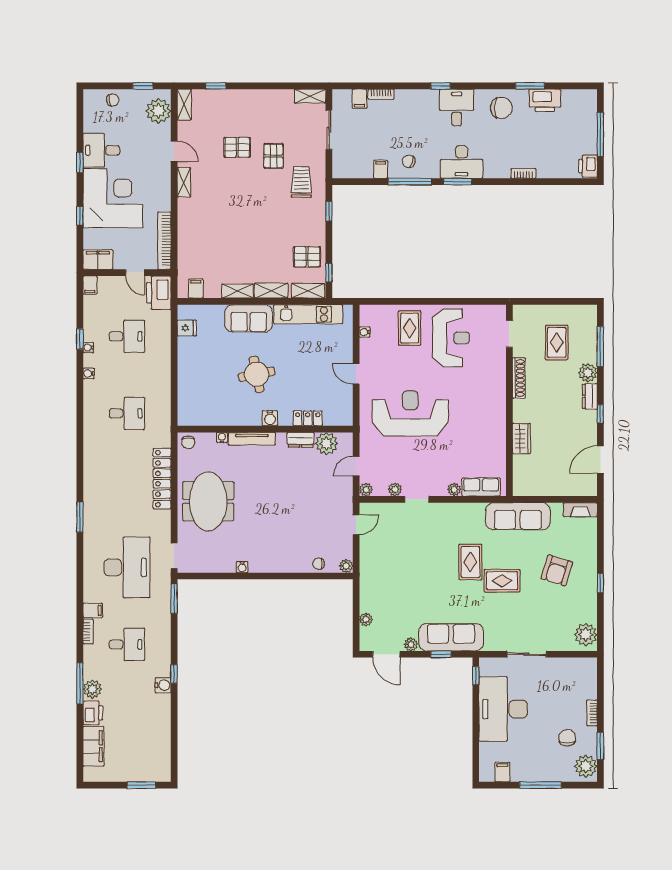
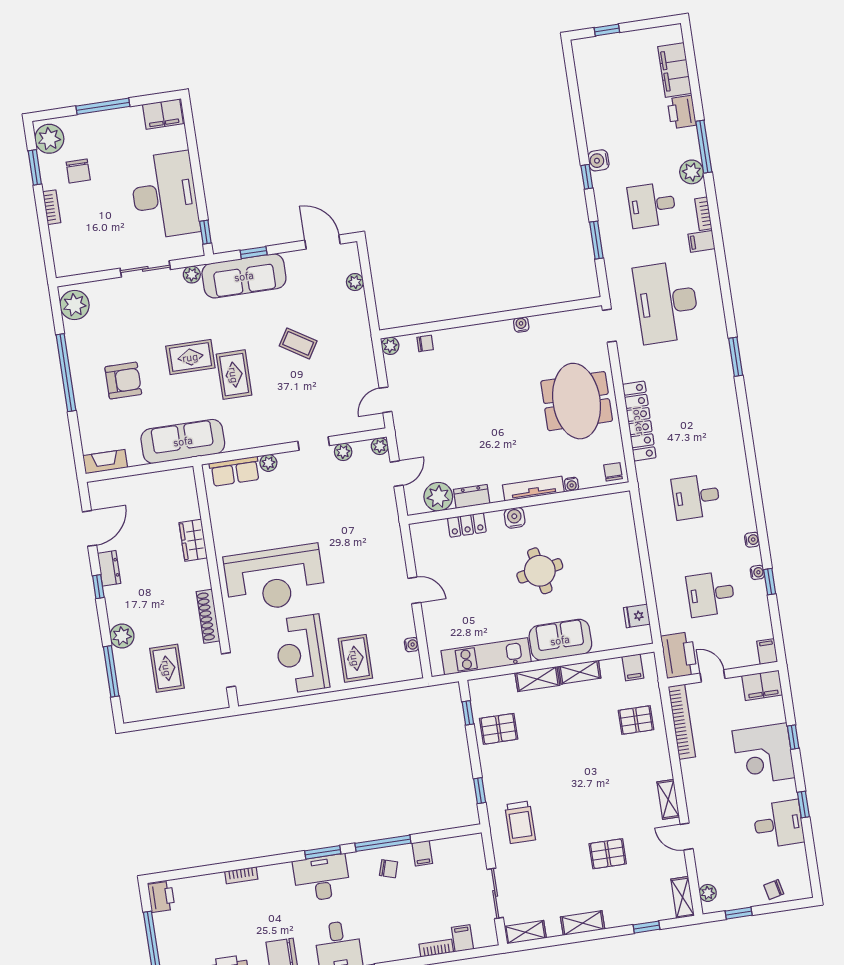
plant: (158, 111) -> (708, 893), width x0.53, depth x0.53
pallet: (273, 156) -> (636, 720), moved, turned 90
corner desk: (113, 198) -> (763, 754), width x0.74, depth x0.74
shelving: (308, 291) -> (583, 923), moved
dresser: (590, 396) -> (109, 568), moved
reception desk: (410, 413) -> (275, 578), moved
armchair: (557, 570) -> (123, 381), turned 73
coffee table: (417, 579) -> (298, 343), added
window: (600, 583) -> (66, 373), width x3.17
window: (174, 599) -> (596, 240), moved
plant: (411, 644) -> (192, 275), moved
plant: (92, 689) -> (692, 172), moved
filing cabinet: (502, 772) -> (163, 114), width x2.00
window: (141, 785) -> (607, 30), width x0.67

